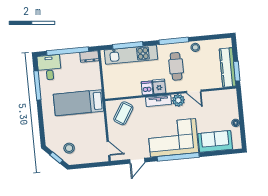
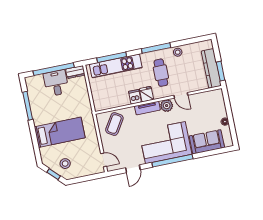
desk: (49, 67) -> (56, 83), moved
bed: (79, 103) -> (60, 132), moved, turned 180

